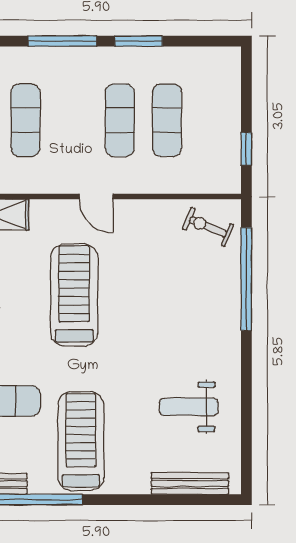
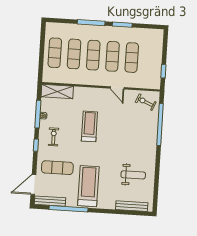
exercise mat: (73, 120) -> (93, 55), added
door: (96, 197) -> (117, 88), moved
treadmill: (74, 295) -> (89, 126), width x0.73, depth x0.73
weight bench: (189, 407) -> (133, 175), turned 180

